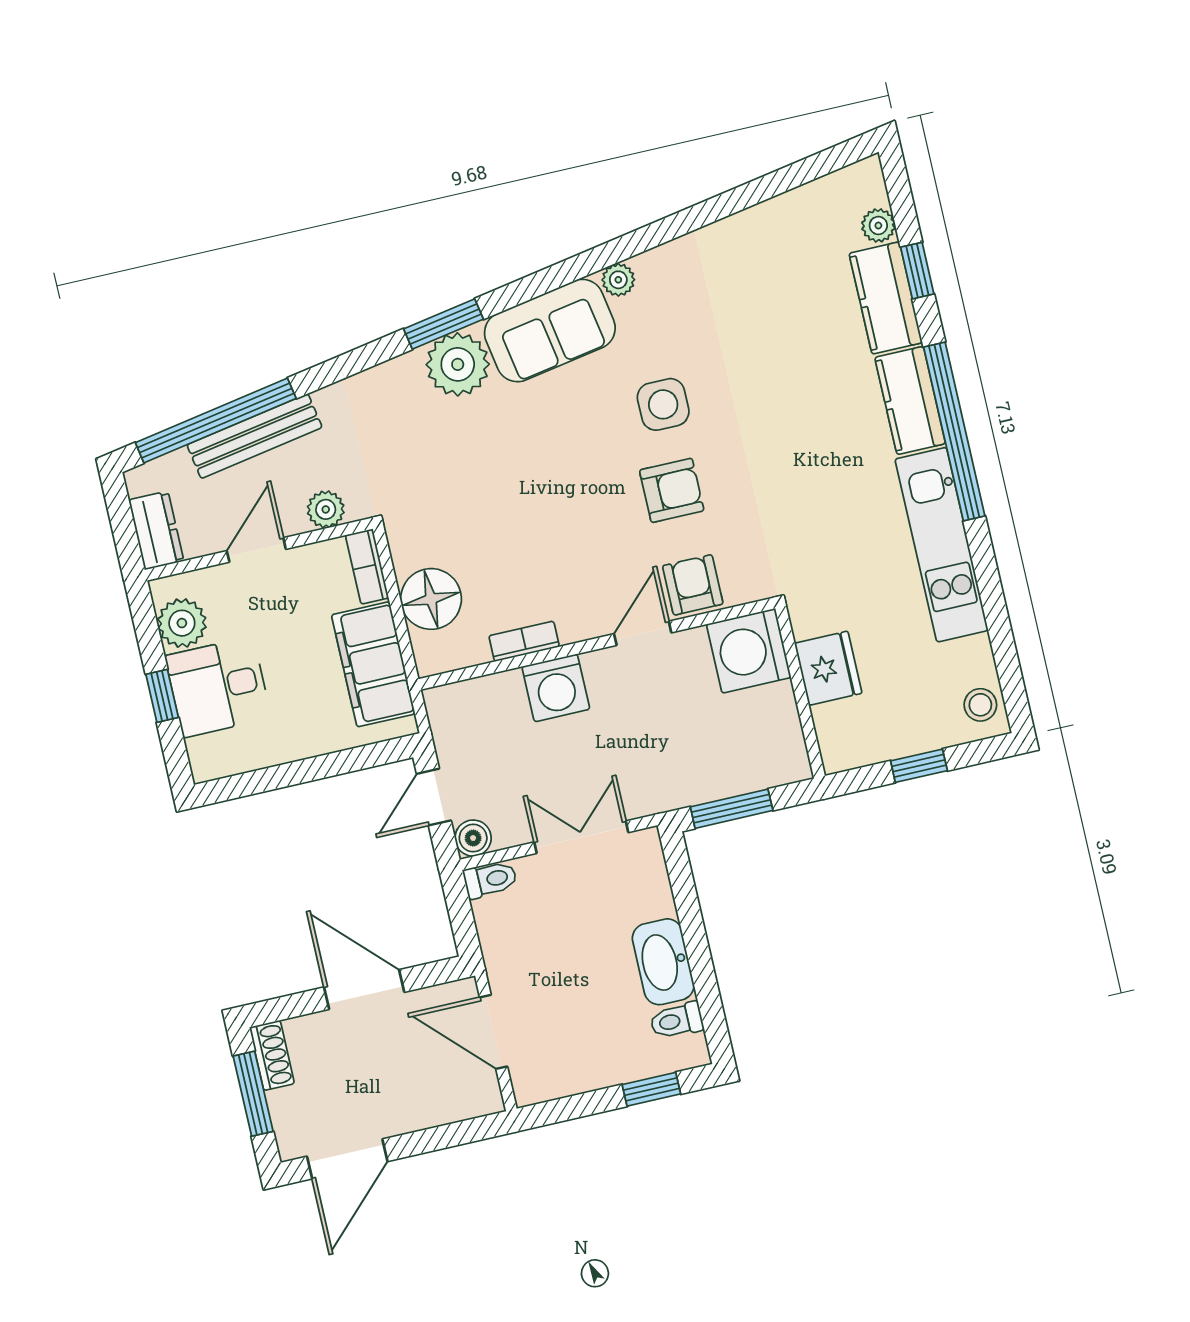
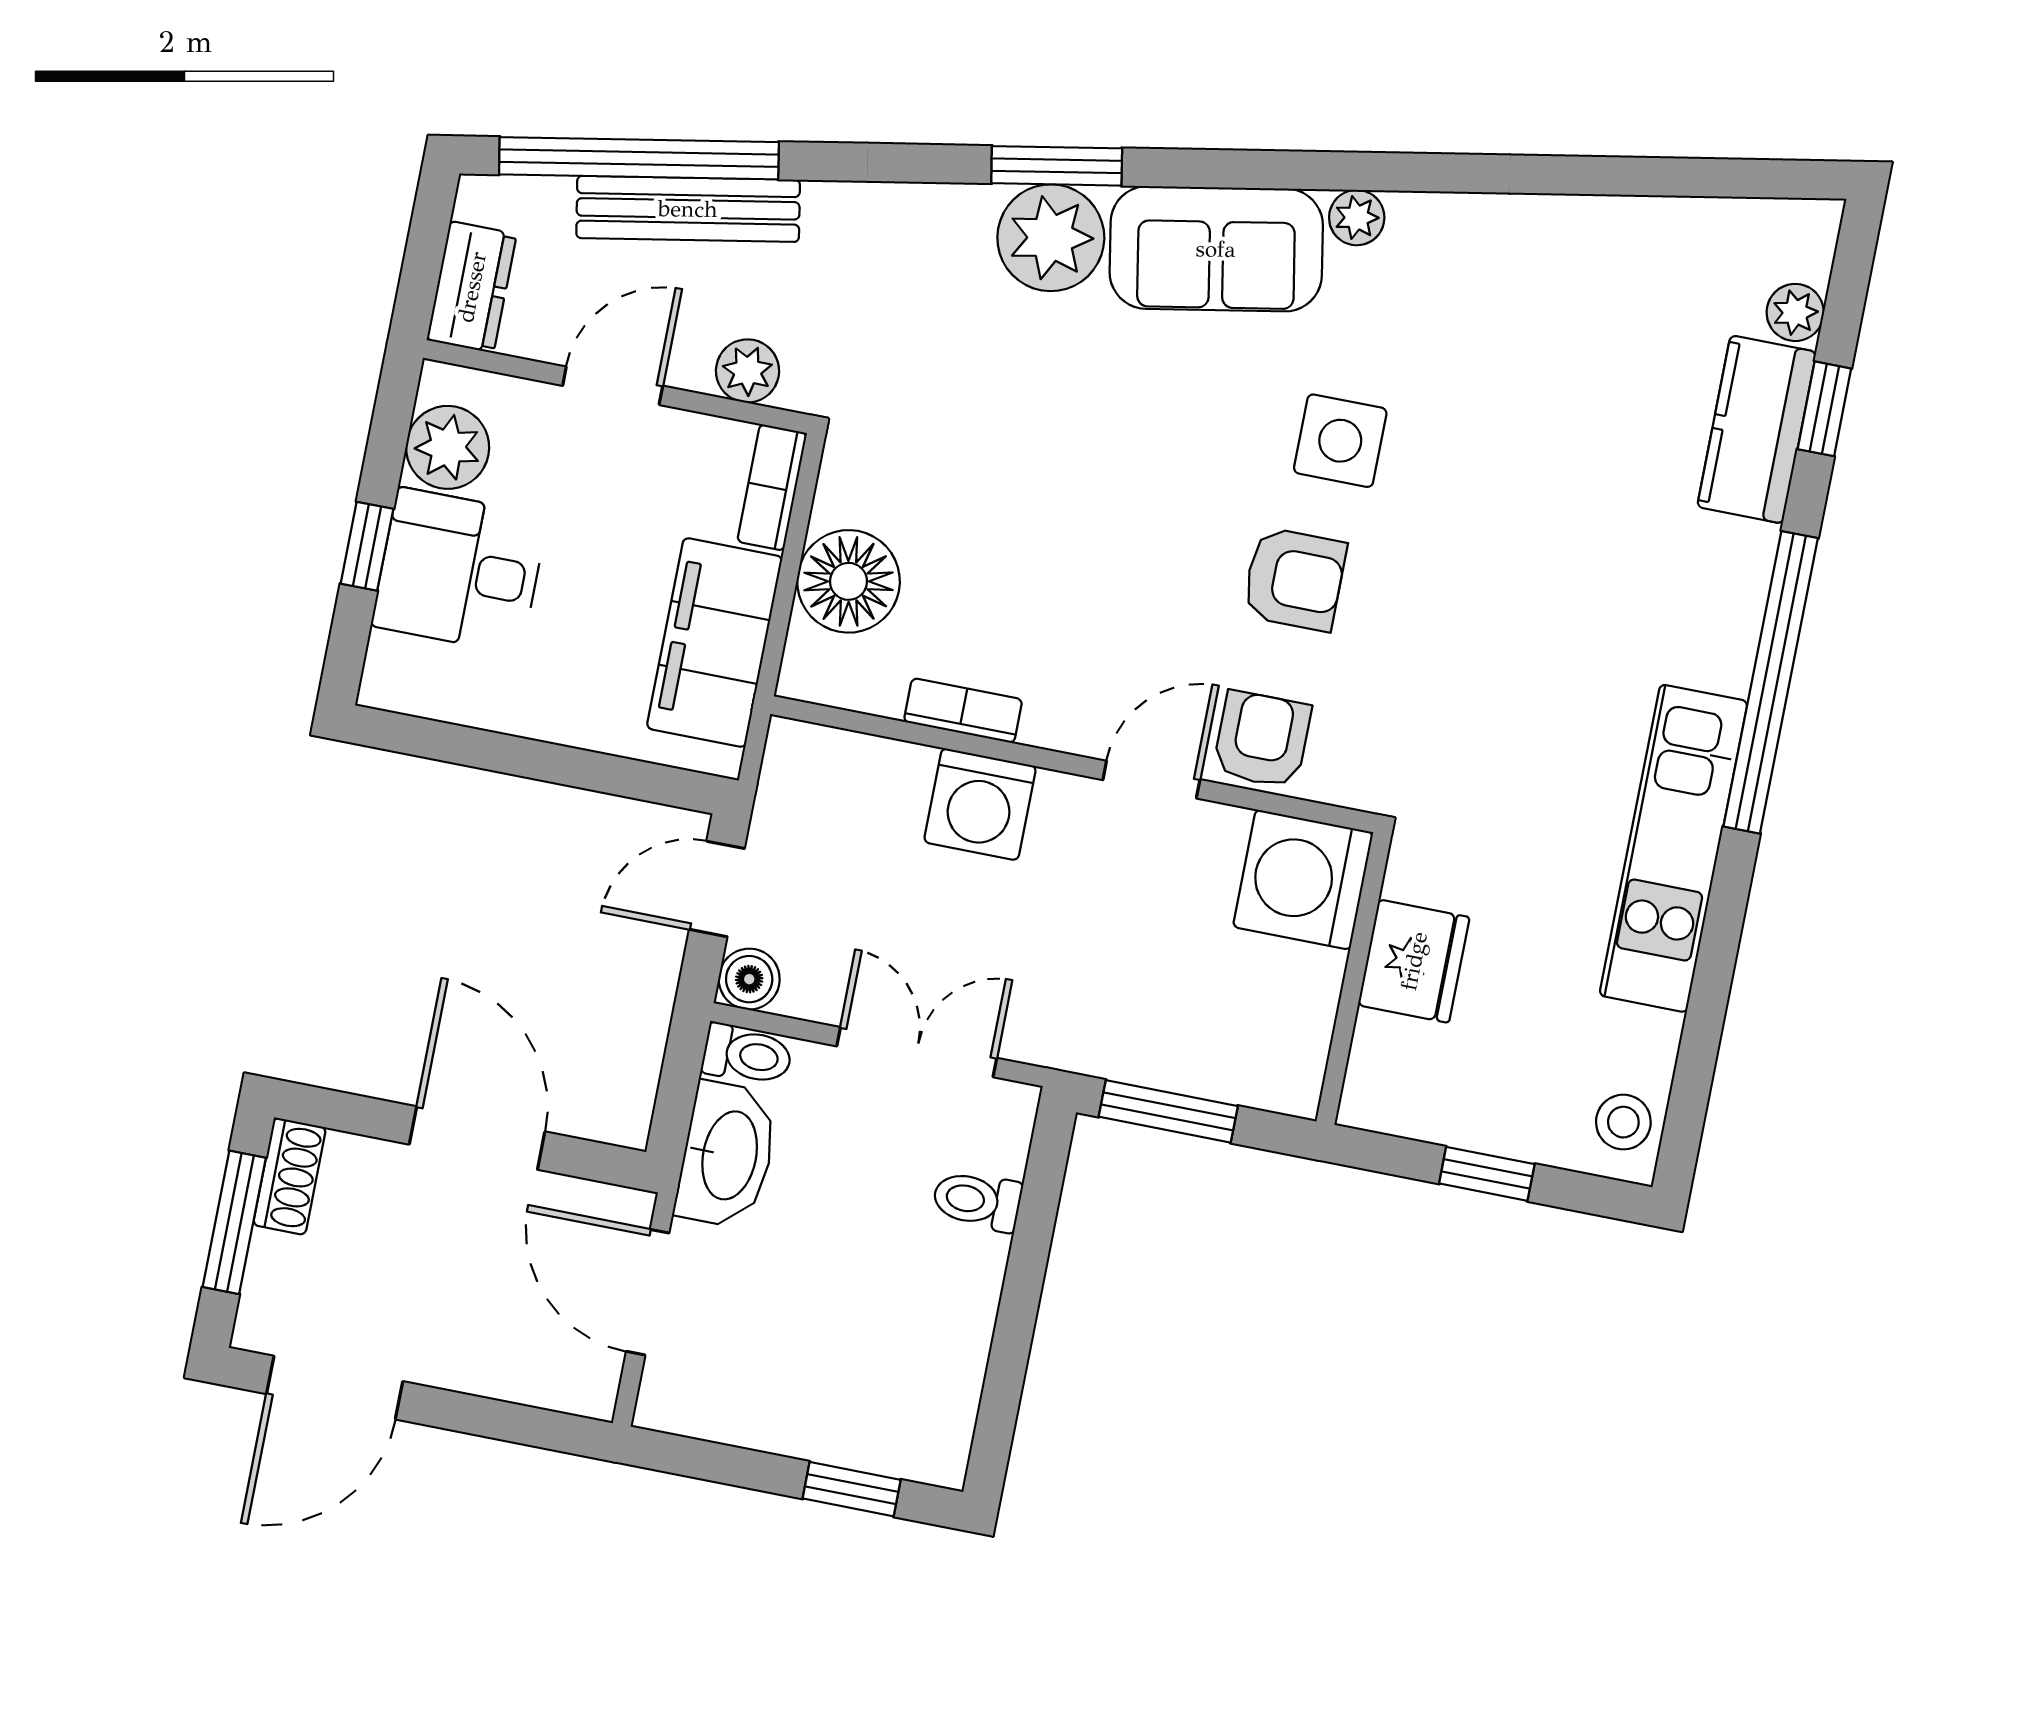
kitchen counter: (910, 401) -> (1724, 604), removed
washbasin: (663, 962) -> (727, 1155), moved, turned 180
toilet: (677, 1021) -> (977, 1201), moved

